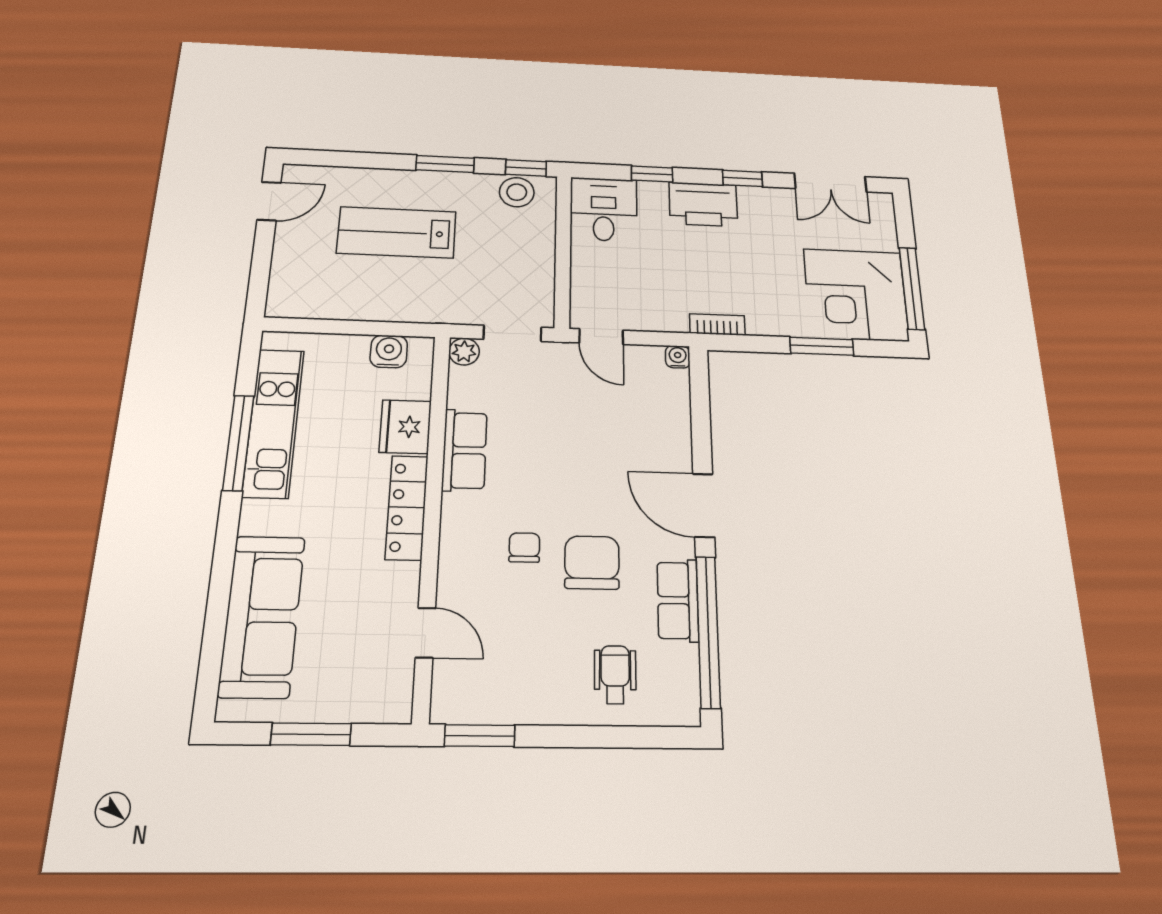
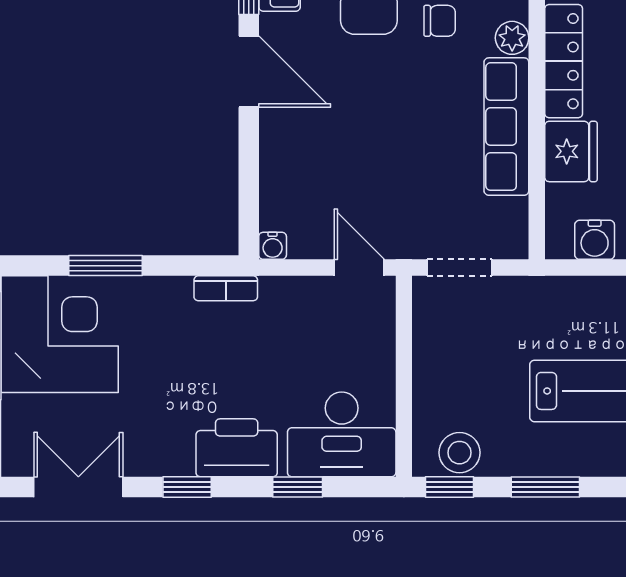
desk: (604, 209) -> (342, 434), width x1.37
plant: (464, 352) -> (512, 38), moved
row of seats: (465, 450) -> (506, 127), width x1.48
chair: (524, 547) -> (440, 21), turned -90

